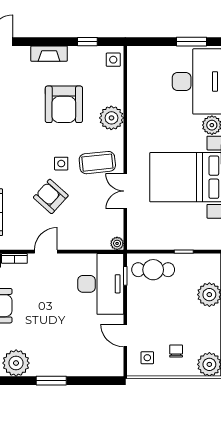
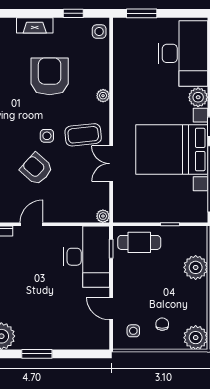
window: (192, 42) -> (142, 13), moved
armchair: (64, 104) -> (50, 76), turned 180
plant: (111, 118) -> (103, 96), width x0.53, depth x0.53

